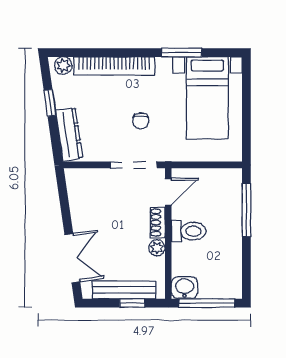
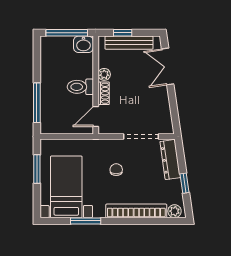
window: (246, 122) -> (37, 169), added
doorway: (134, 165) -> (141, 137), moved

